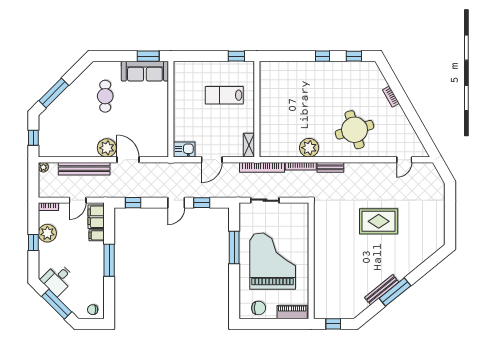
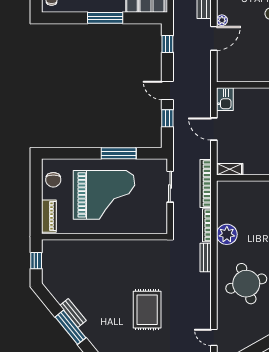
plant: (107, 148) -> (222, 20), width x0.53, depth x0.53
bench: (382, 290) -> (73, 313), width x0.73

